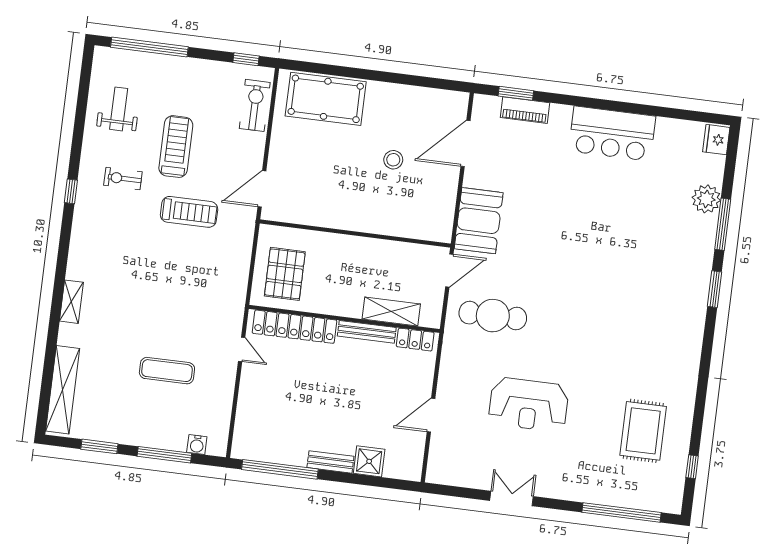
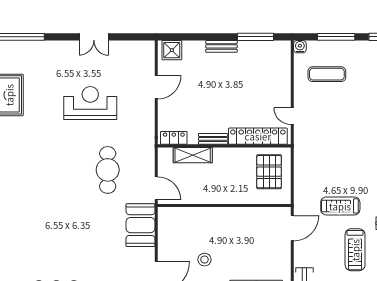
door: (449, 271) -> (156, 188), swing flipped
cafe table: (493, 316) -> (108, 170), moved, turned 90
bench: (367, 332) -> (213, 139), width x0.73
exercise mat: (167, 371) -> (327, 74), moved
water cooler: (197, 445) -> (300, 47), moved
shower: (369, 461) -> (172, 50), moved
window: (280, 469) -> (256, 37), width x0.68

